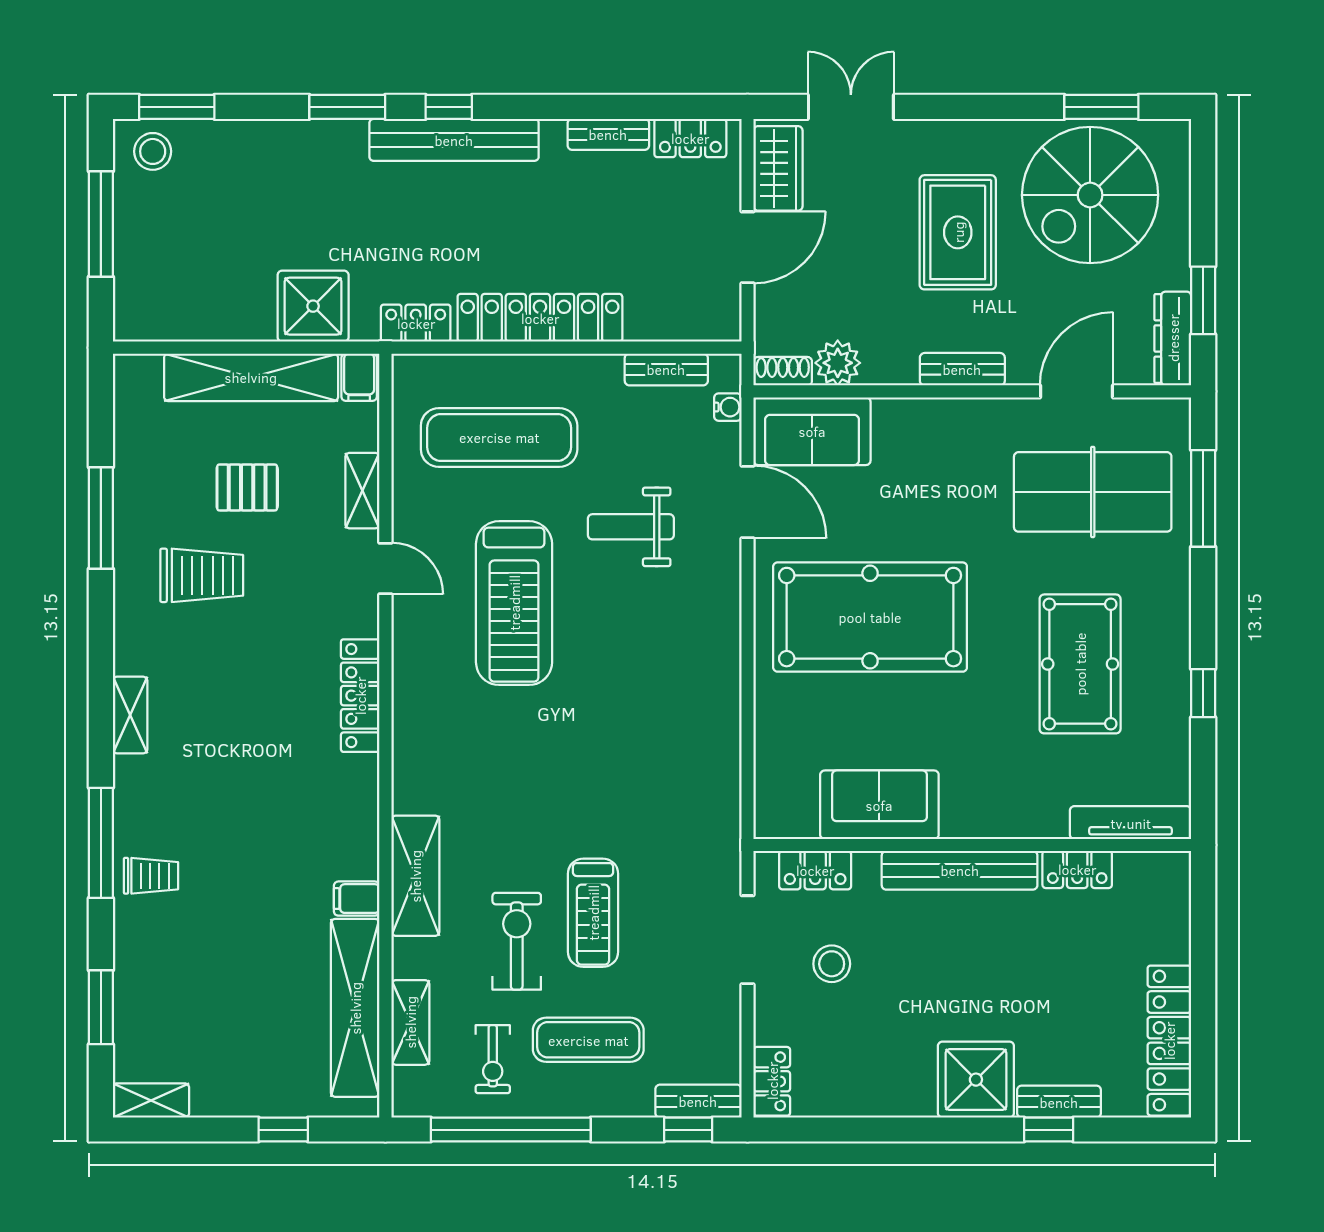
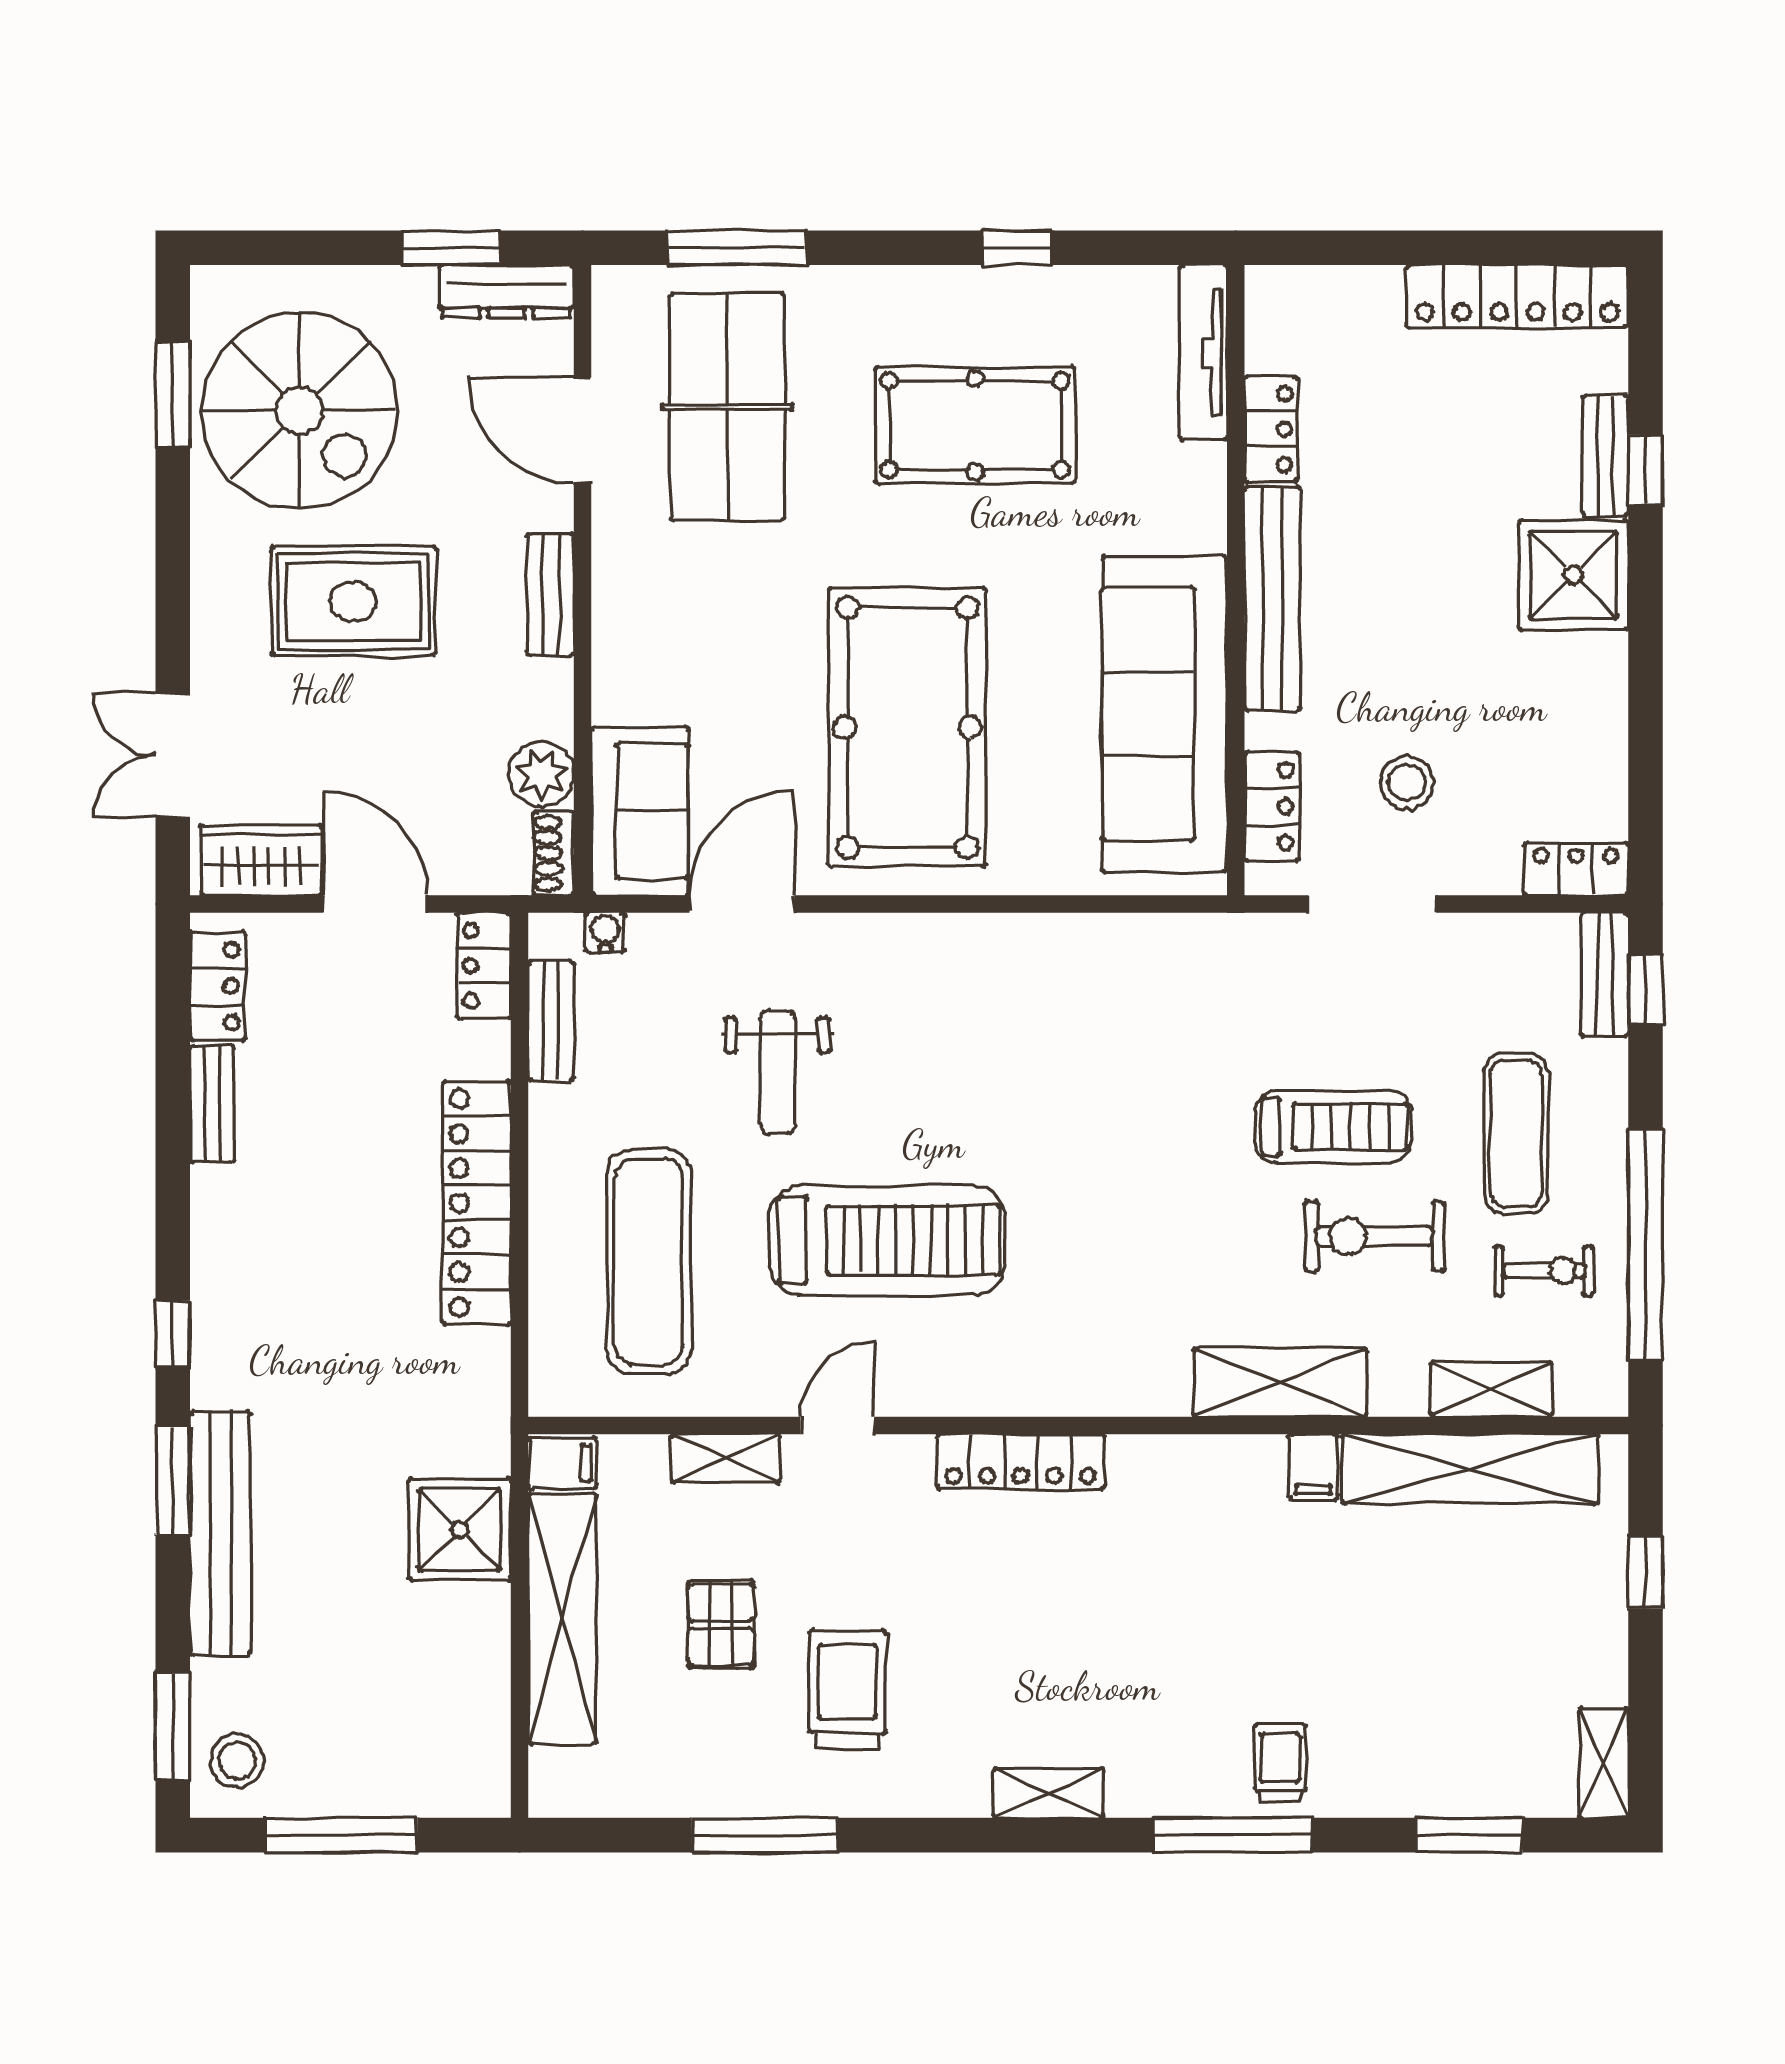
bench: (454, 140) -> (220, 1533), moved
locker: (416, 323) -> (484, 965), moved
sofa: (879, 805) -> (1164, 714), width x1.85, depth x1.27

